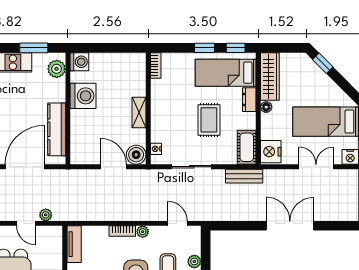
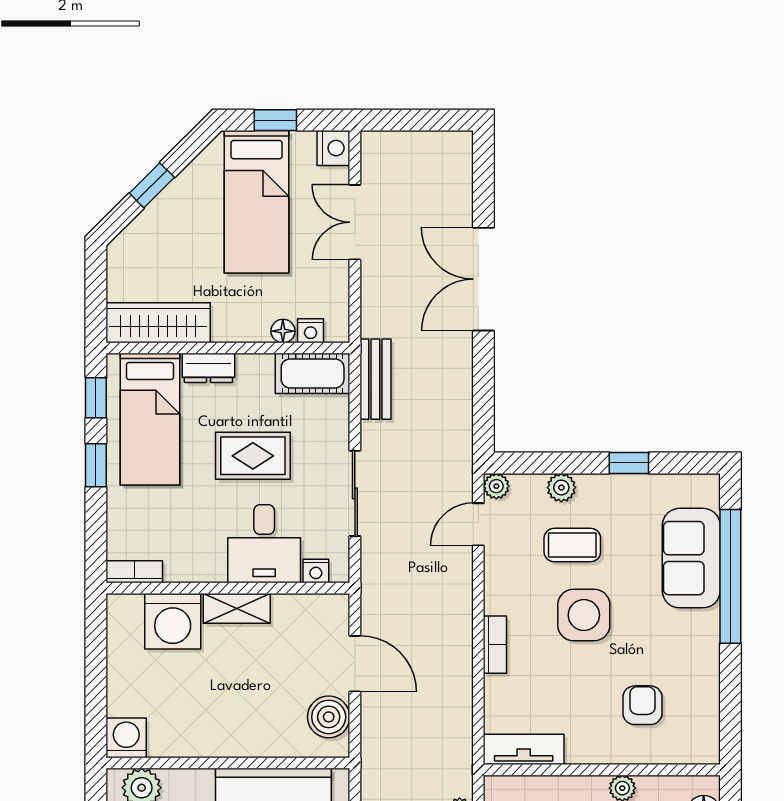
window: (323, 63) -> (152, 185), moved
washing machine: (83, 96) -> (173, 621), moved, turned 180
floor lamp: (266, 107) -> (283, 331), moved
desk: (169, 125) -> (264, 544), added
nightstand: (271, 152) -> (311, 331), width x0.53, depth x0.56
boiler: (136, 155) -> (329, 717), moved
door: (113, 167) -> (355, 664), swing flipped
plant: (143, 232) -> (496, 486), moved

